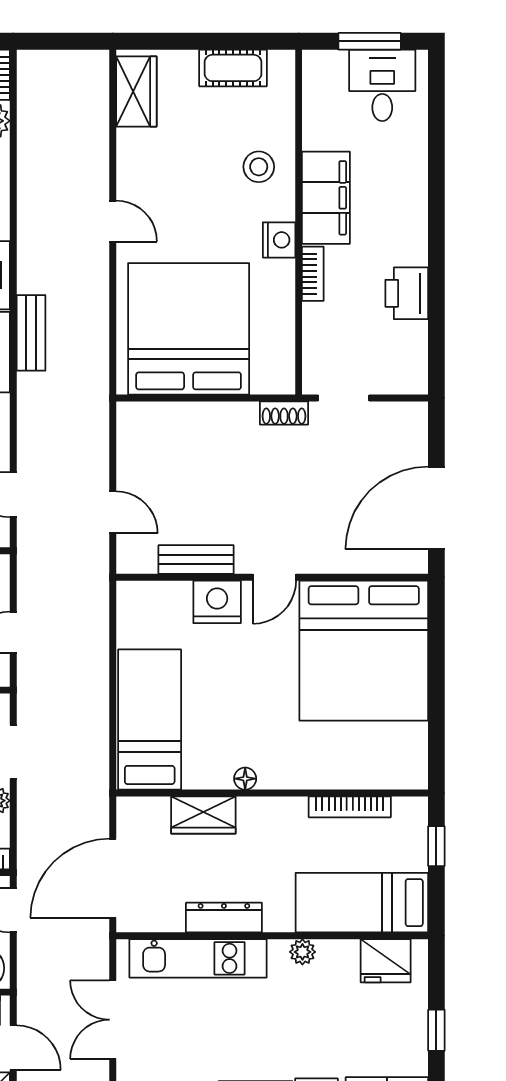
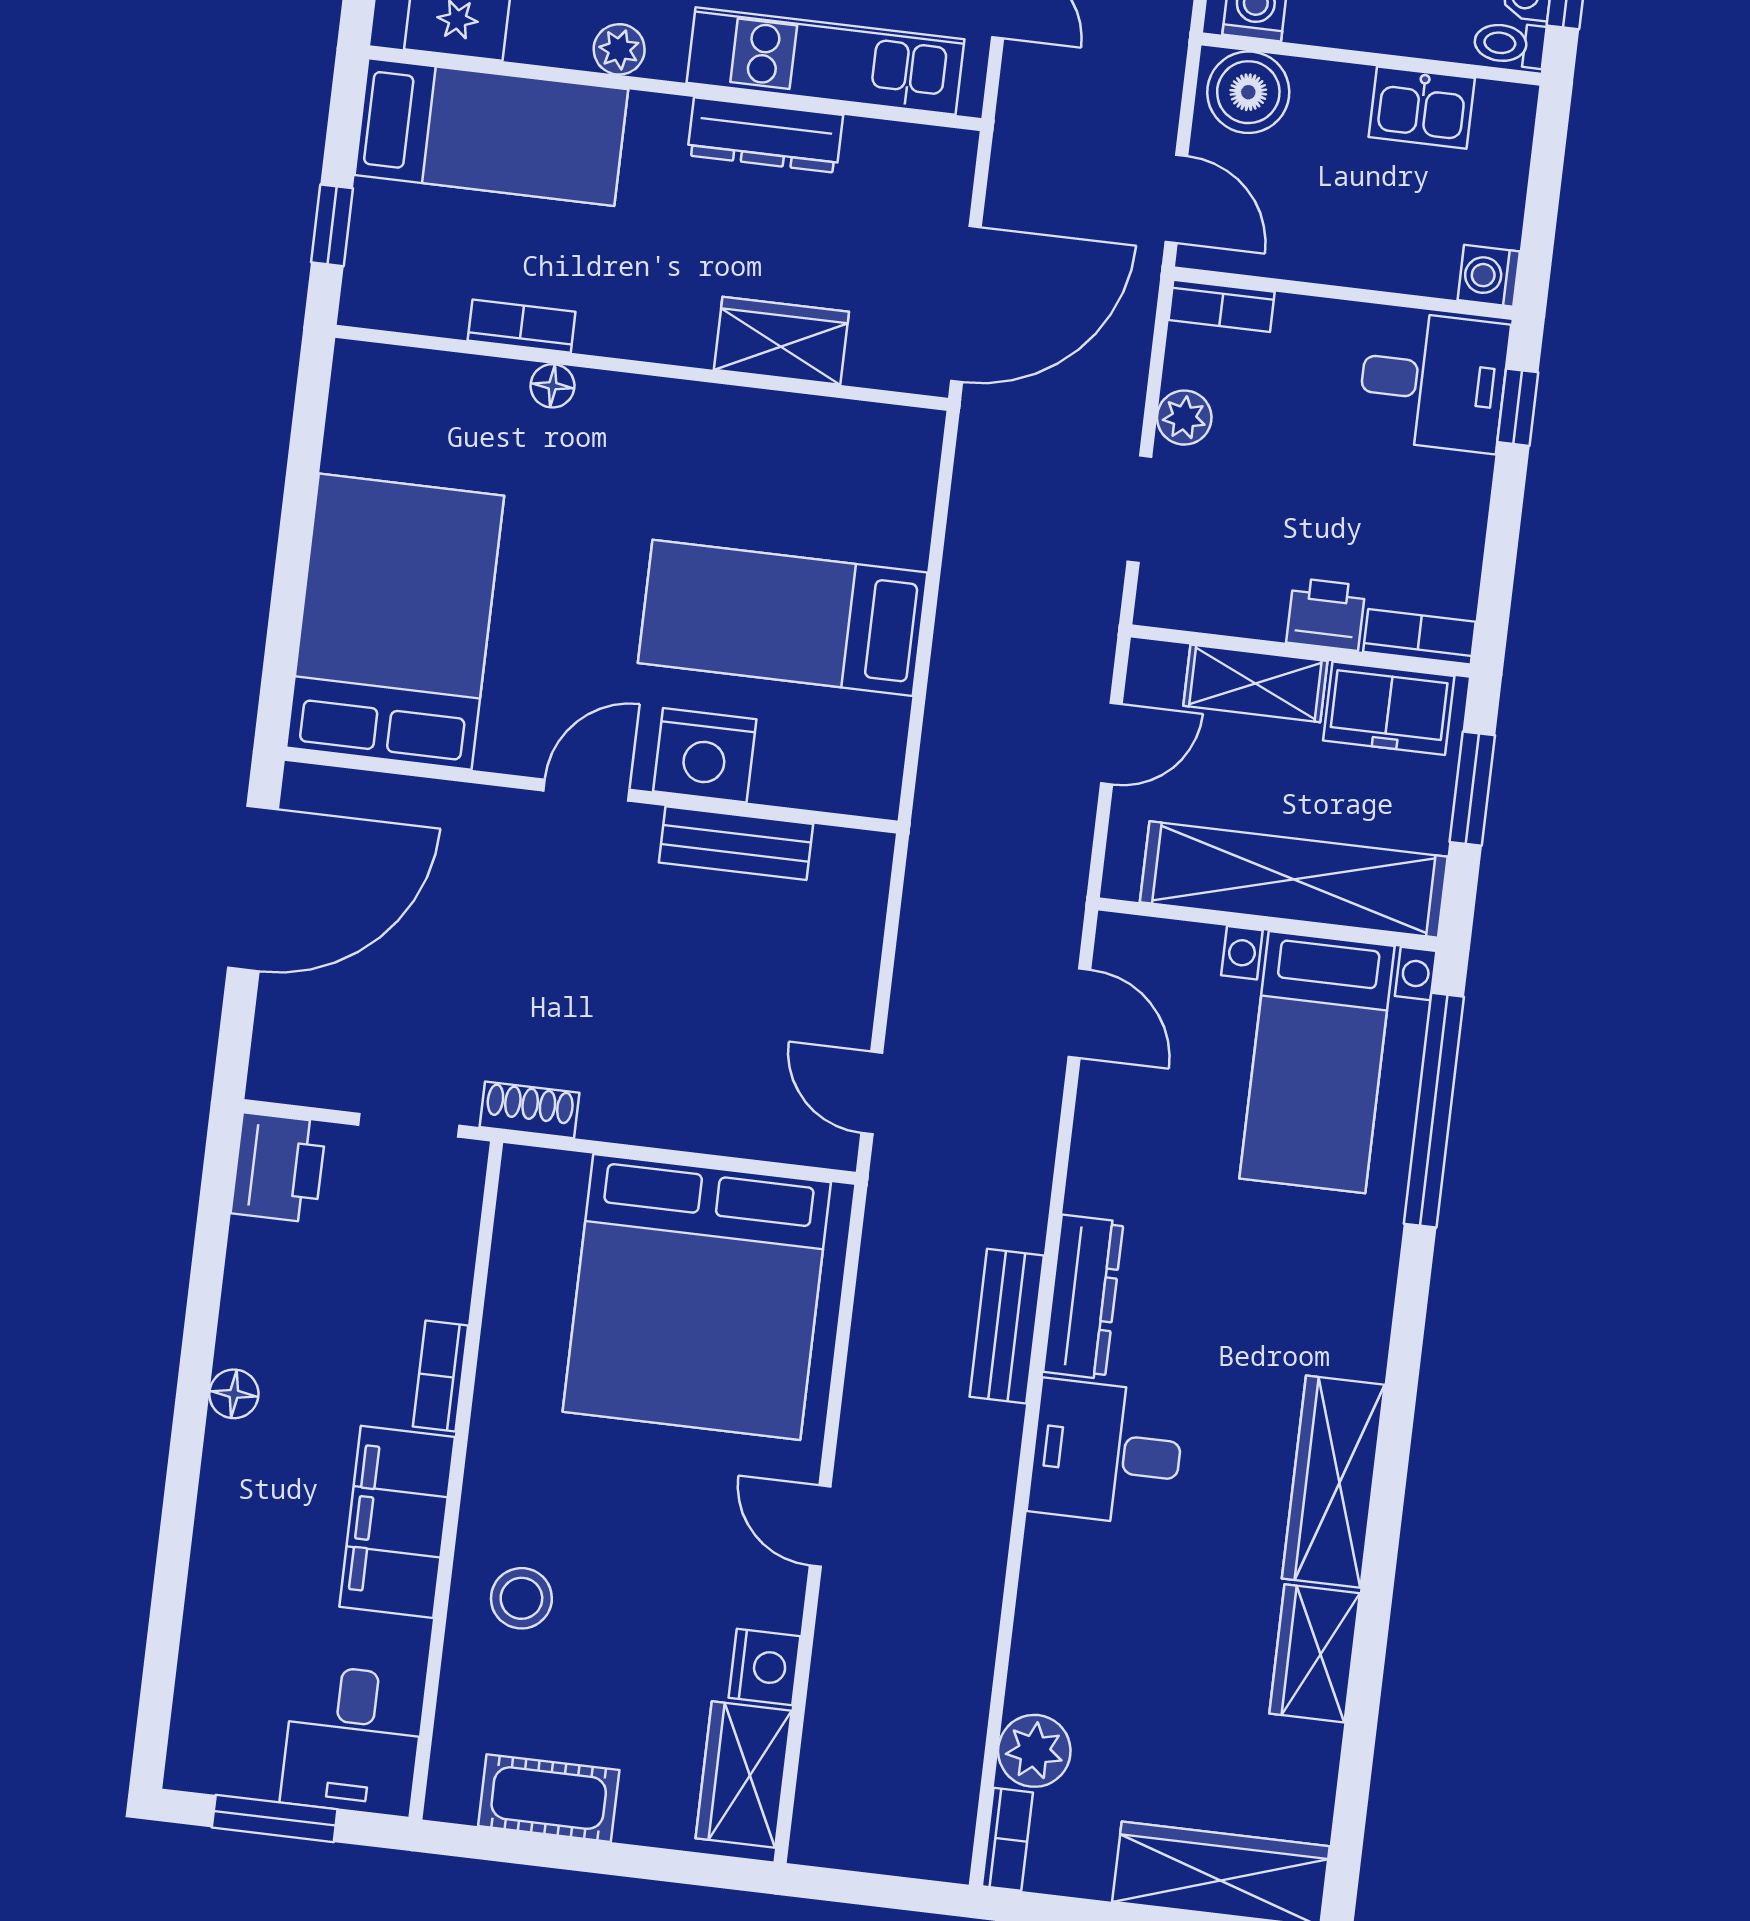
desk: (382, 85) -> (353, 1740), moved
nightstand: (279, 240) -> (764, 1667), moved, turned 180
floor lamp: (416, 252) -> (234, 1394), added
printer: (407, 293) -> (279, 1168), moved
door: (113, 512) -> (872, 1093), moved
bed: (364, 651) -> (395, 622), width x0.73
bed: (150, 720) -> (783, 618), moved, turned 90
floor lamp: (245, 779) -> (552, 386), moved
bookcase: (350, 807) -> (522, 326), width x0.64
door: (113, 878) -> (966, 304), moved

